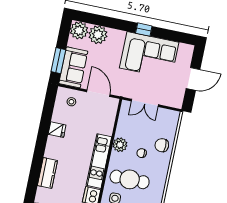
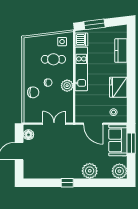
plant: (98, 35) -> (90, 171), moved
corner sofa: (149, 55) -> (59, 163), removed
floor lamp: (178, 96) -> (28, 135), added
fridge: (57, 130) -> (118, 87), width x1.88, depth x1.34
cafe table: (130, 179) -> (53, 59), width x0.73, depth x0.74

